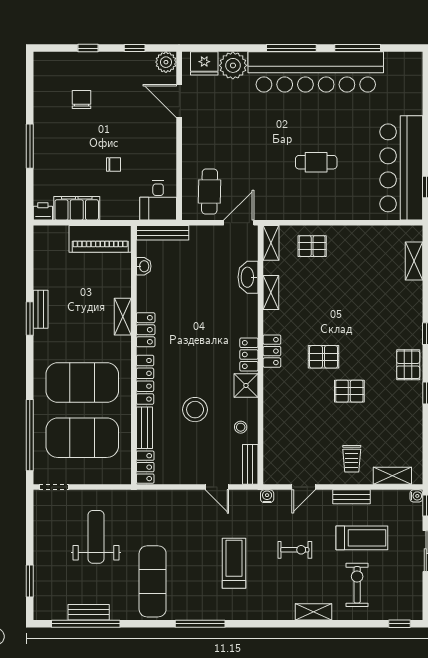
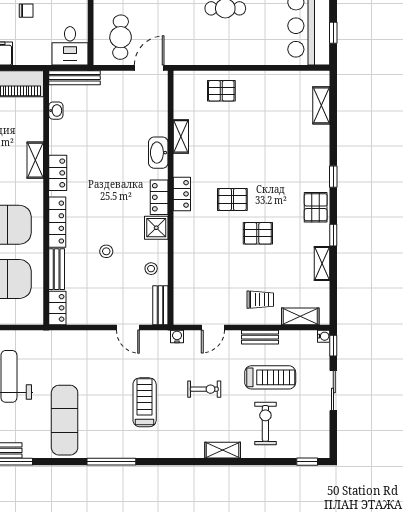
shelving: (271, 243) -> (322, 263), moved
washbasin: (248, 277) -> (158, 153), moved
stool: (195, 410) -> (106, 251), width x0.53, depth x0.53
trolley: (352, 459) -> (260, 300), turned -90

